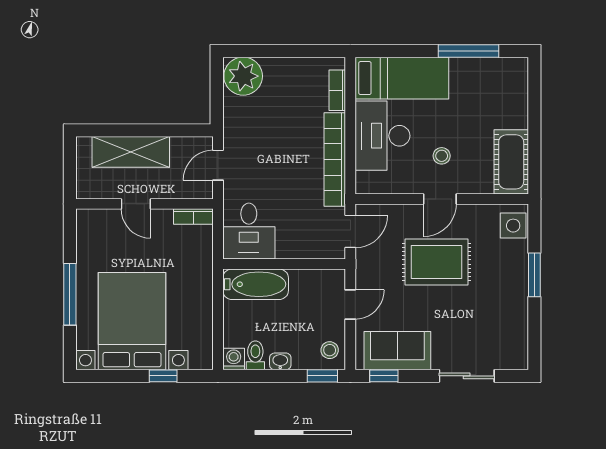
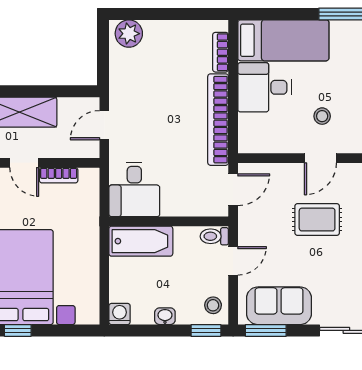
plant: (243, 76) -> (129, 34), width x0.73, depth x0.73
desk: (382, 136) -> (264, 87), width x0.73
bookcase: (193, 217) -> (59, 175), moved
rug: (437, 262) -> (317, 220), width x0.73, depth x0.70
toilet: (255, 355) -> (214, 236), moved, turned -90
window: (163, 376) -> (18, 330), moved
window: (384, 376) -> (266, 330), width x1.50

